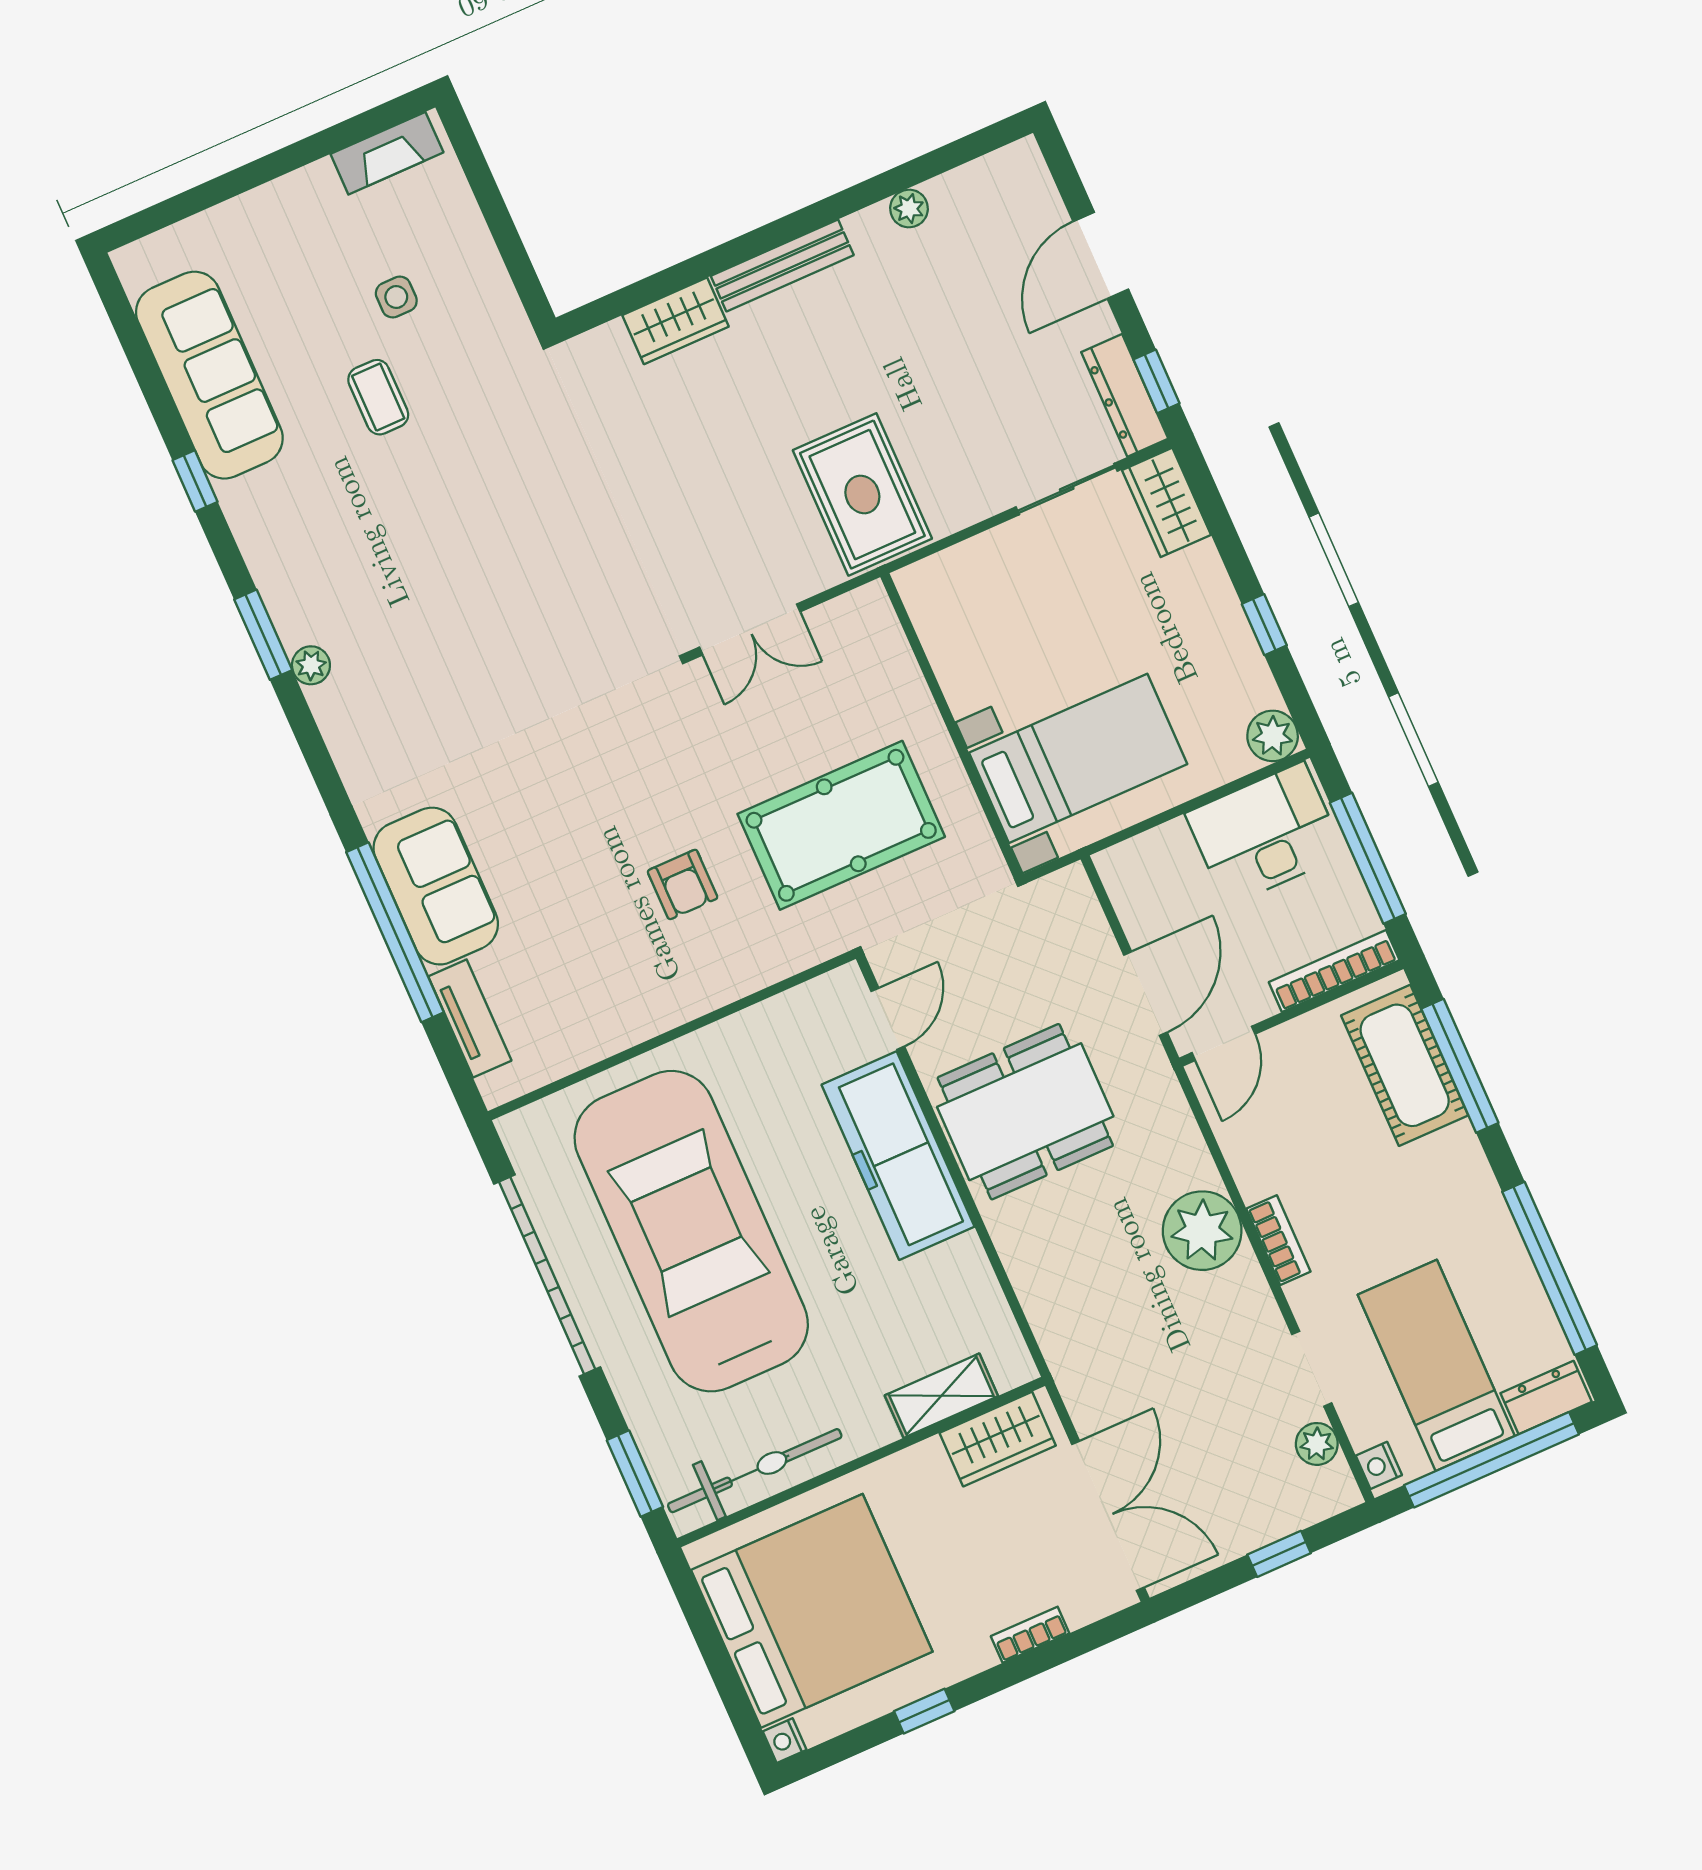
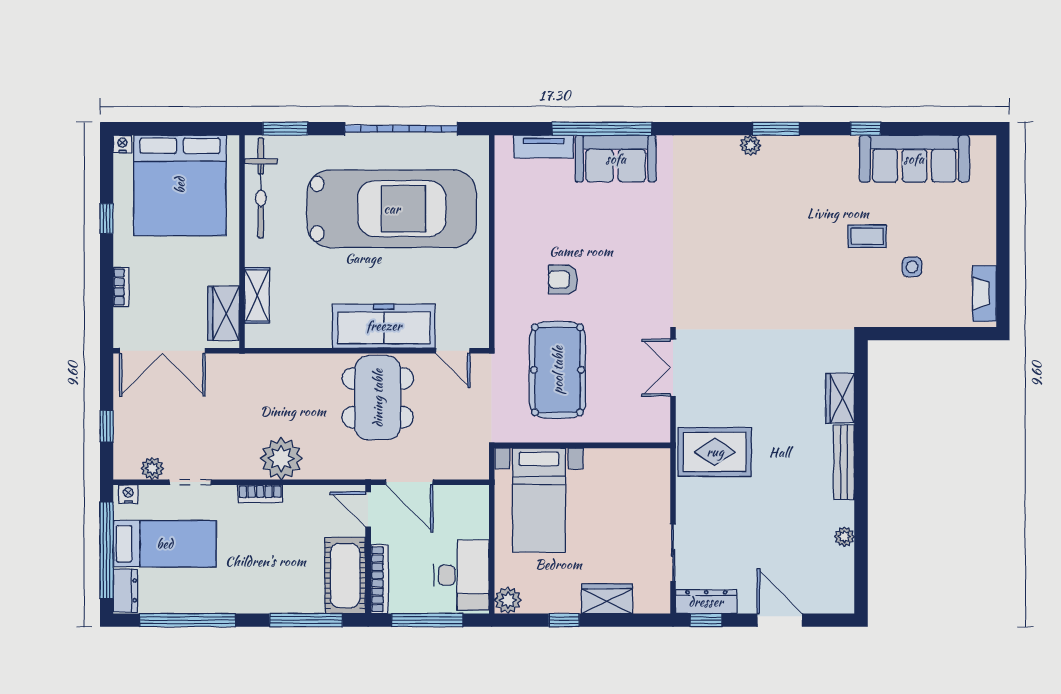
wardrobe: (1166, 502) -> (607, 599), moved
cot: (1405, 1065) -> (345, 575), moved, turned 90

